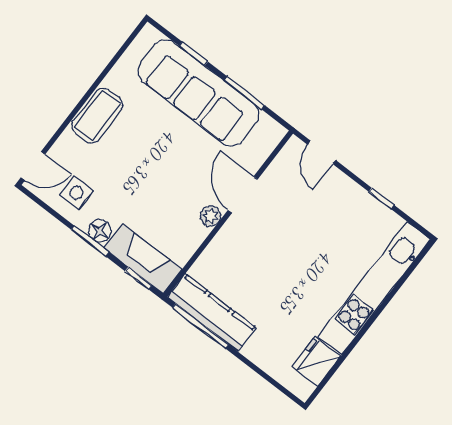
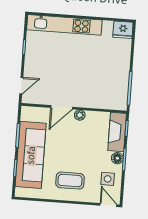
coffee table: (97, 116) -> (70, 181), moved
kitchen counter: (212, 313) -> (121, 87), removed
fridge: (316, 362) -> (123, 30), moved

